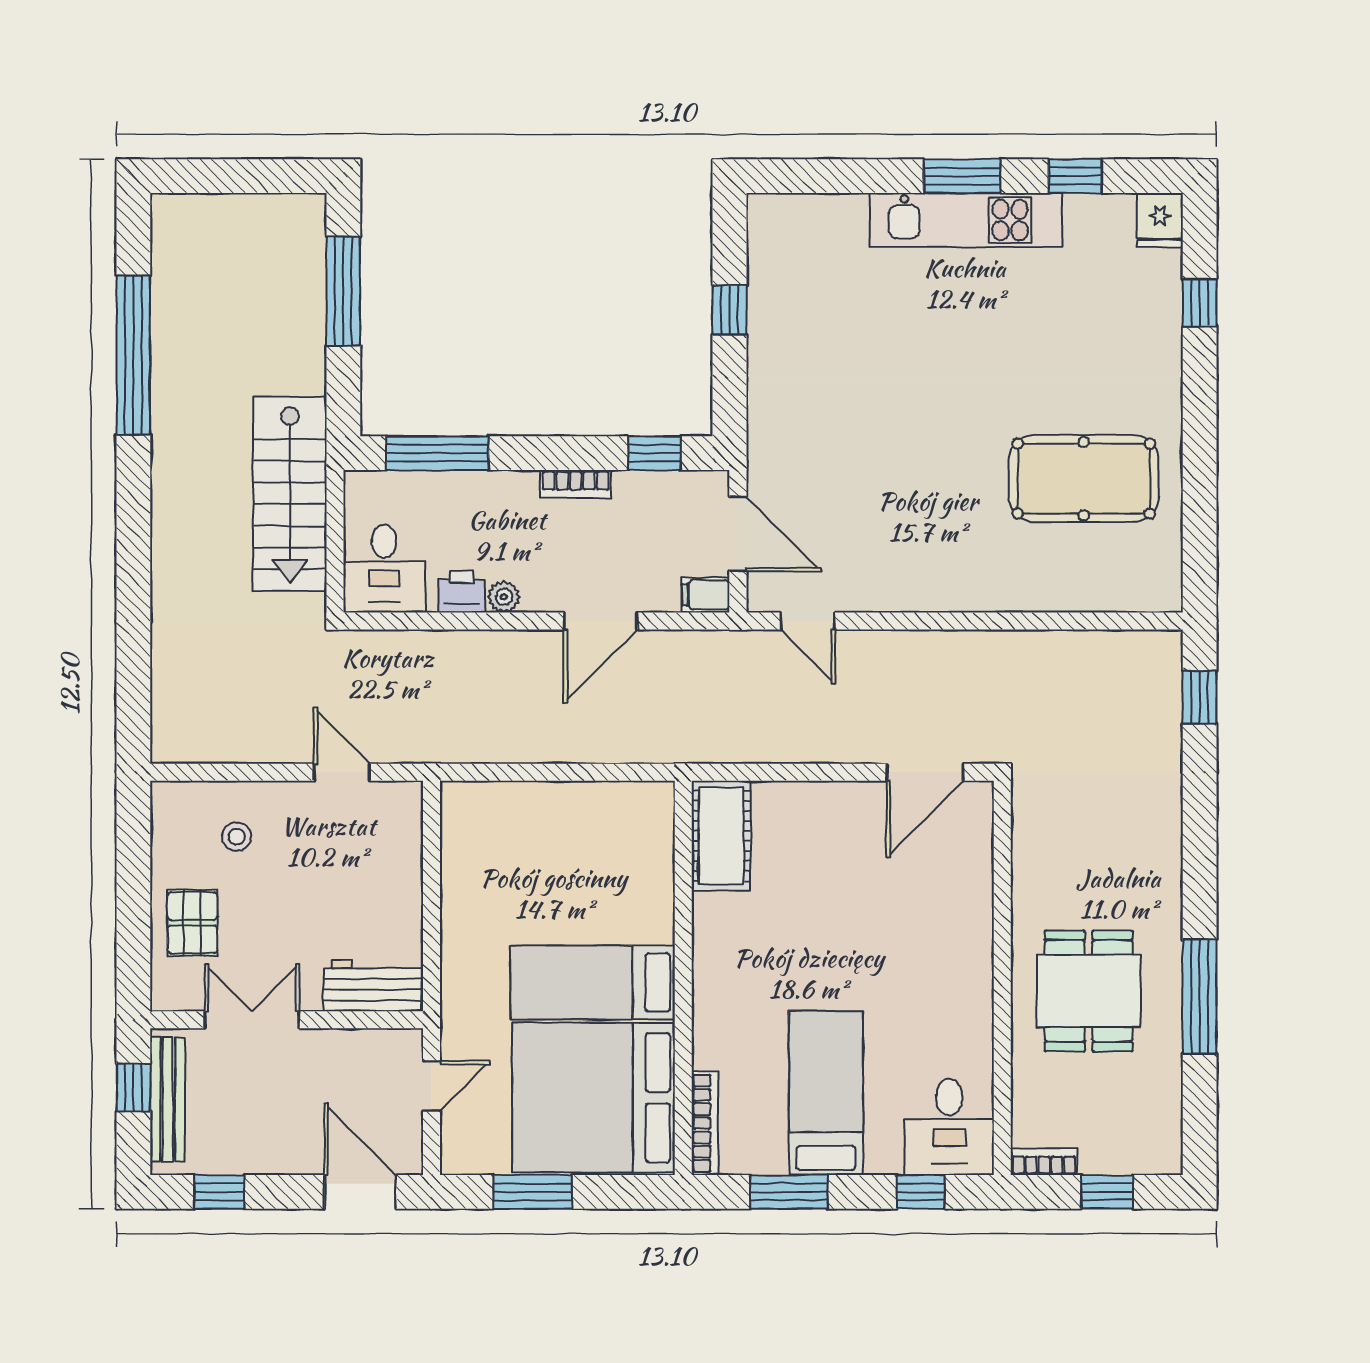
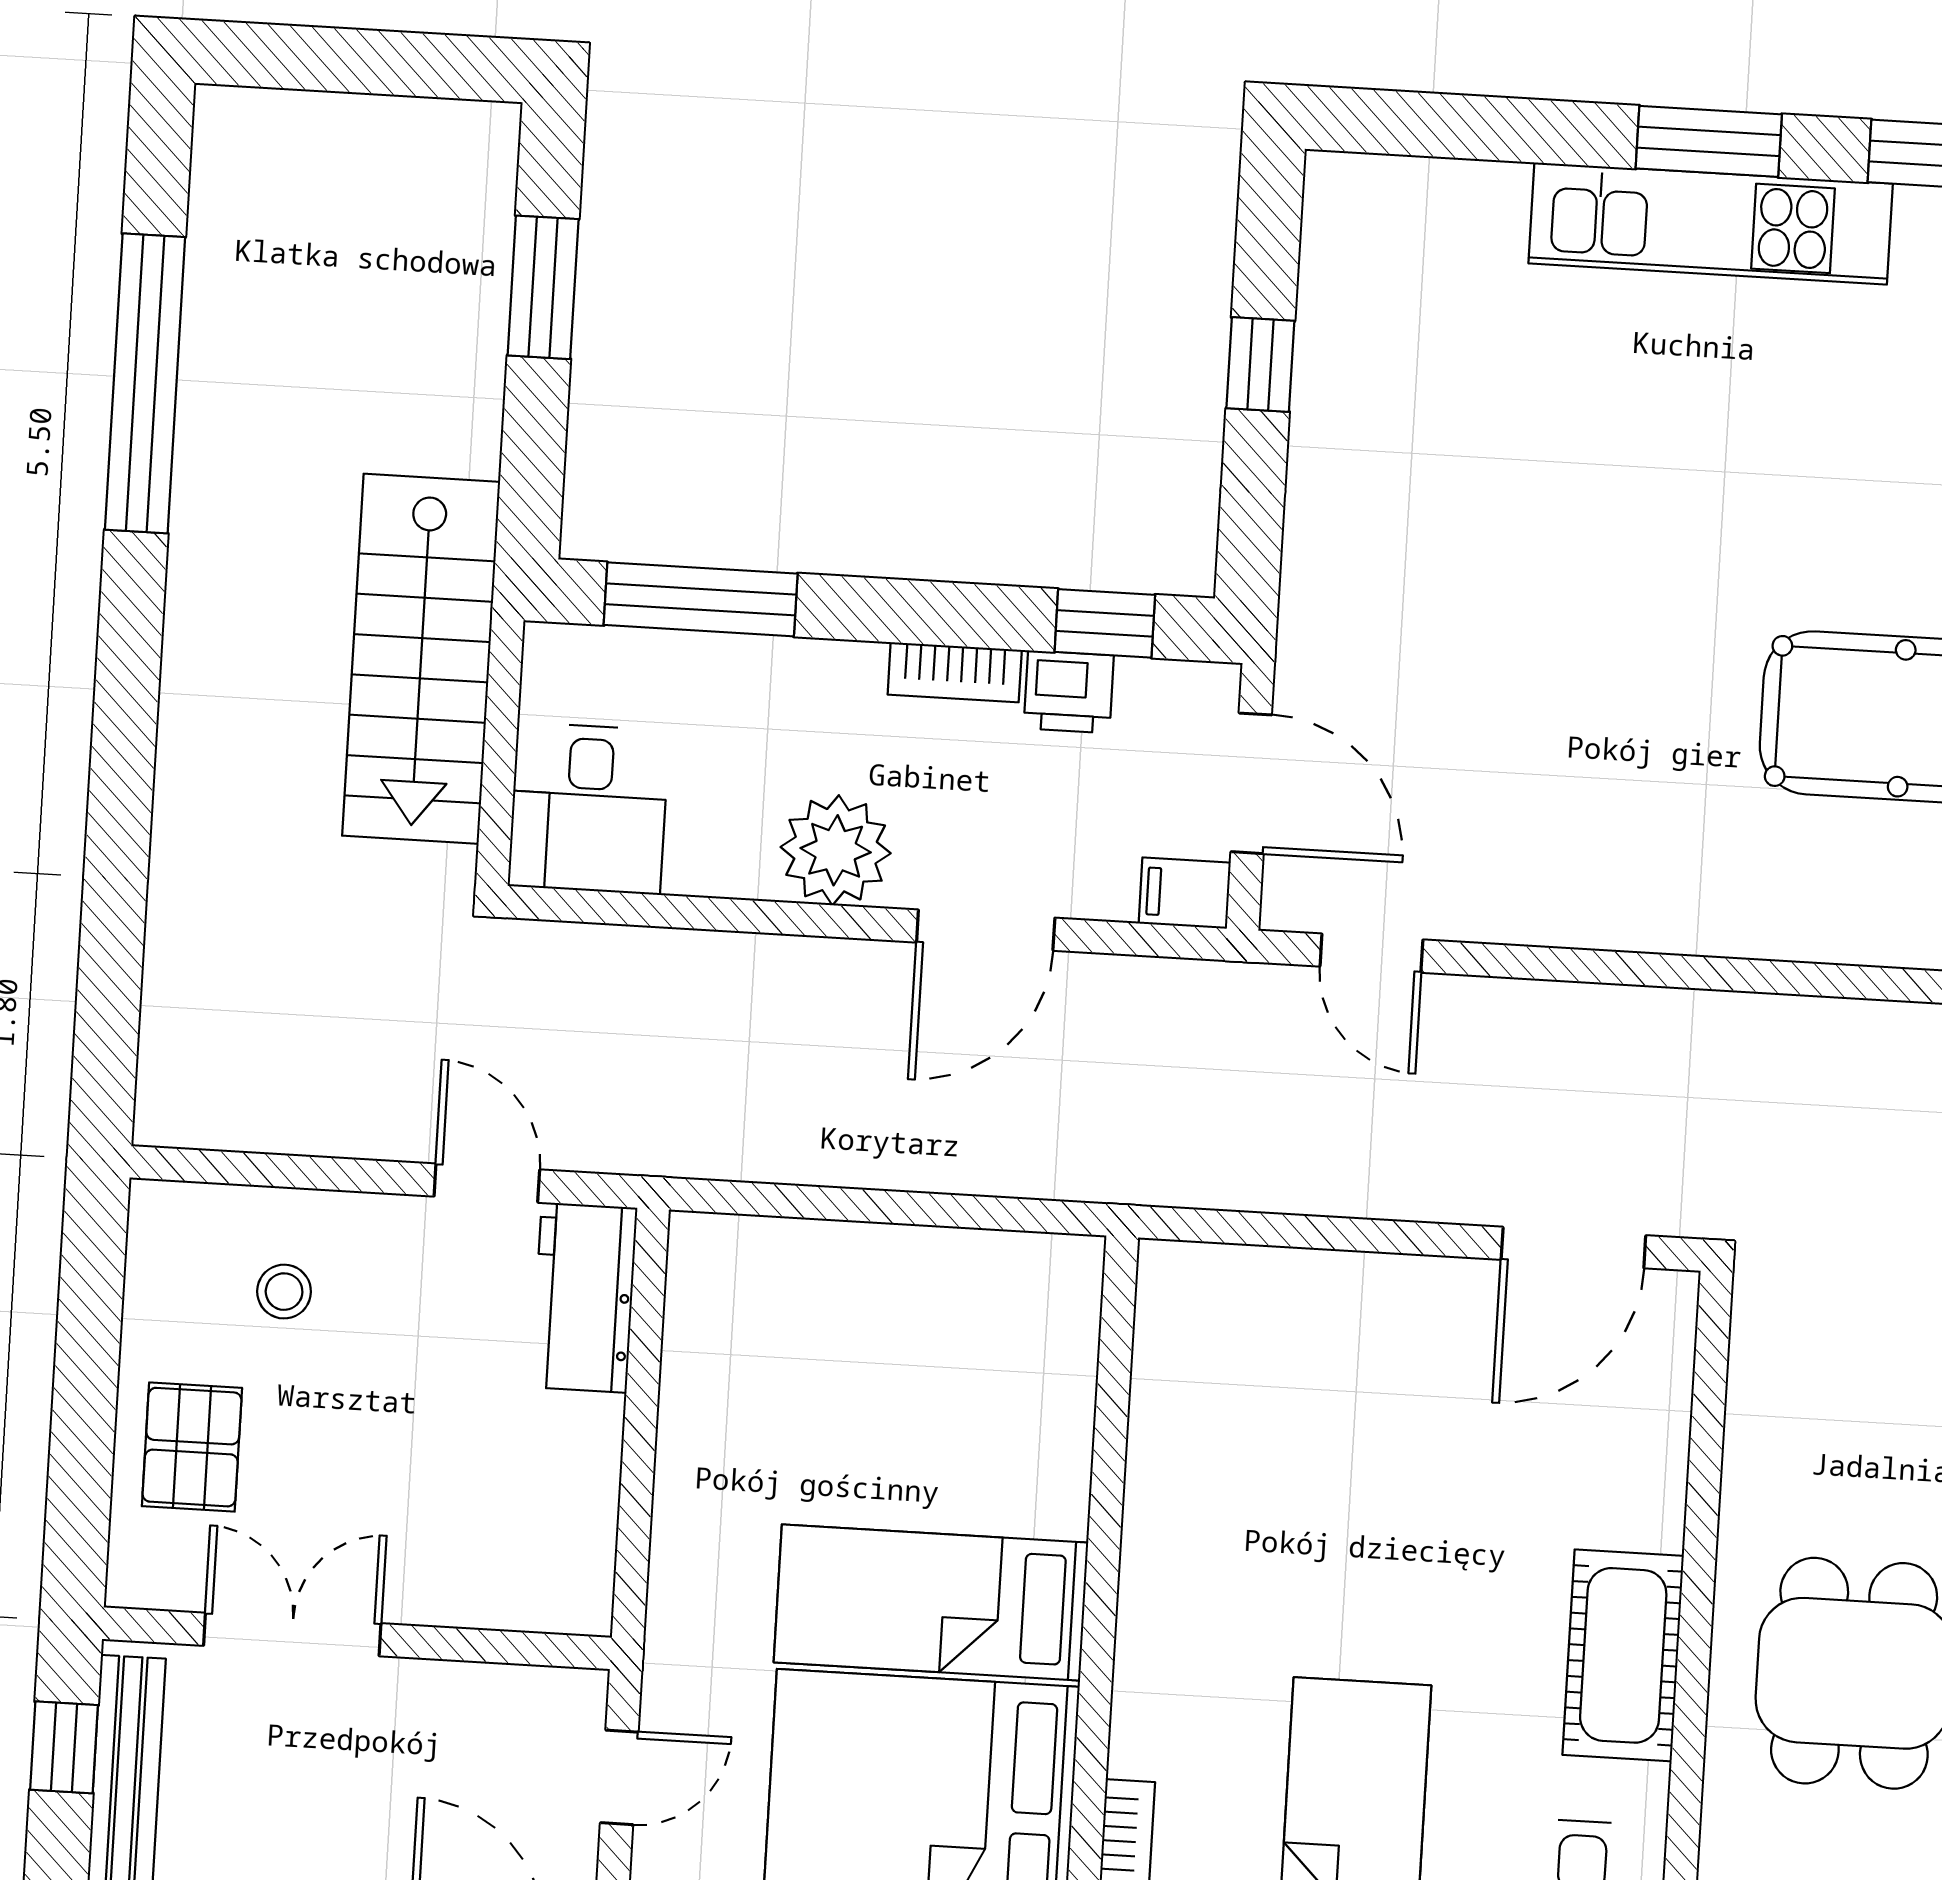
window: (343, 291) -> (543, 287), width x0.69
printer: (462, 592) -> (1069, 692), moved, turned 180
plant: (504, 597) -> (836, 850), width x1.88, depth x1.88
cot: (721, 836) -> (1623, 1655), moved
workbench: (373, 986) -> (584, 1297), moved, turned -90

